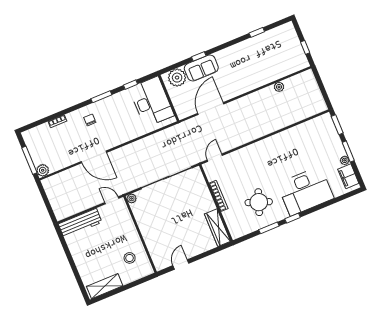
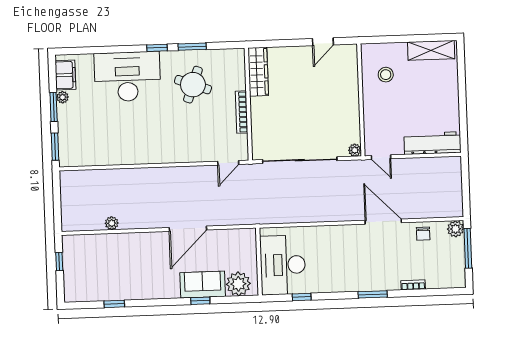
window: (101, 97) -> (373, 294), moved
door: (211, 109) -> (188, 229), moved
chair: (90, 120) -> (423, 234), moved

